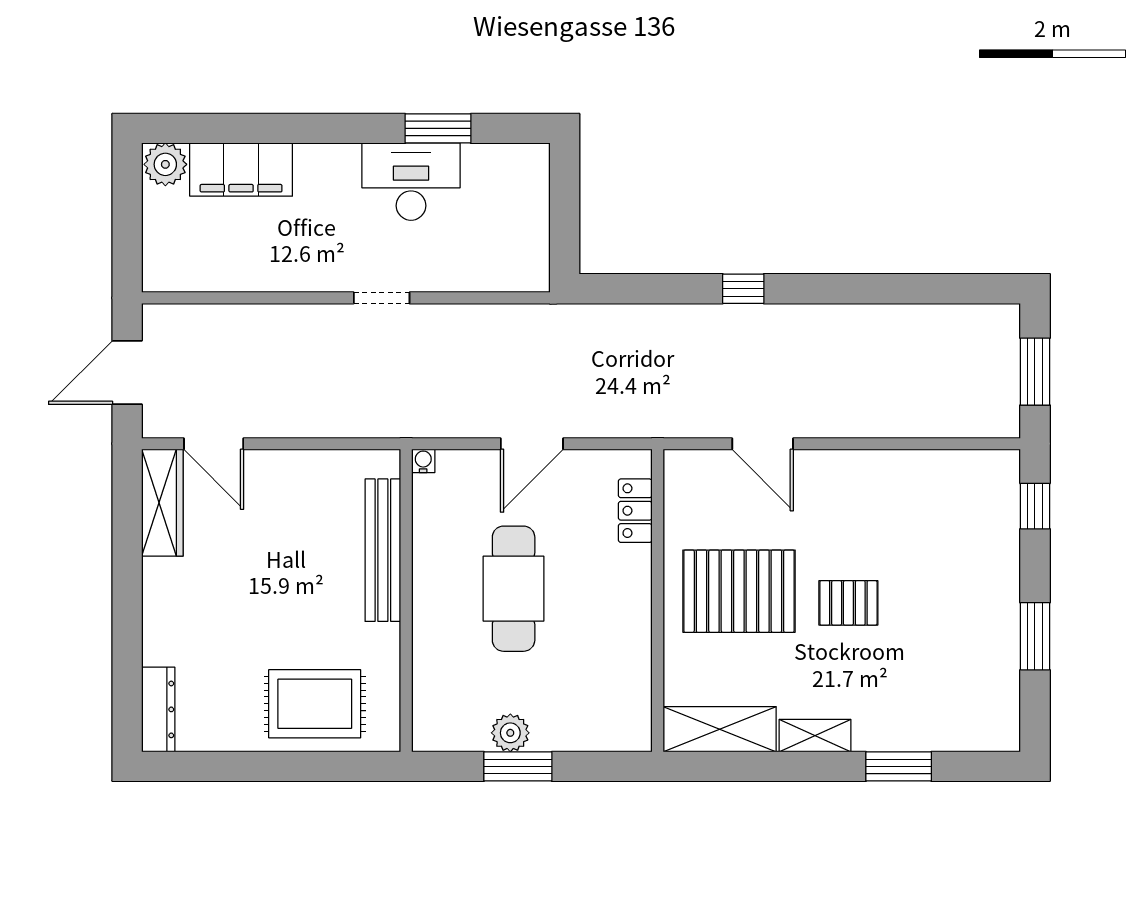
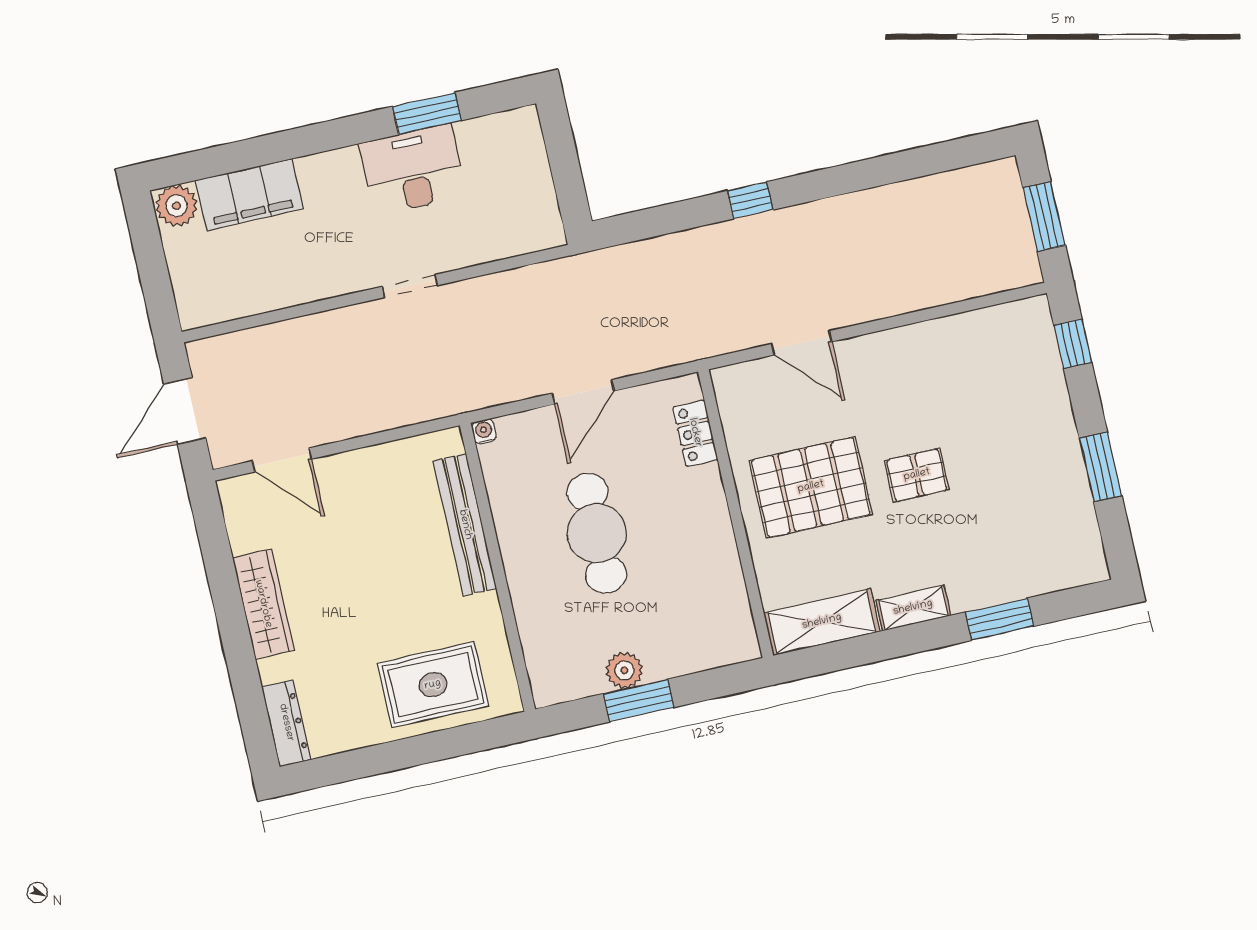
wardrobe: (162, 503) -> (263, 604), moved

